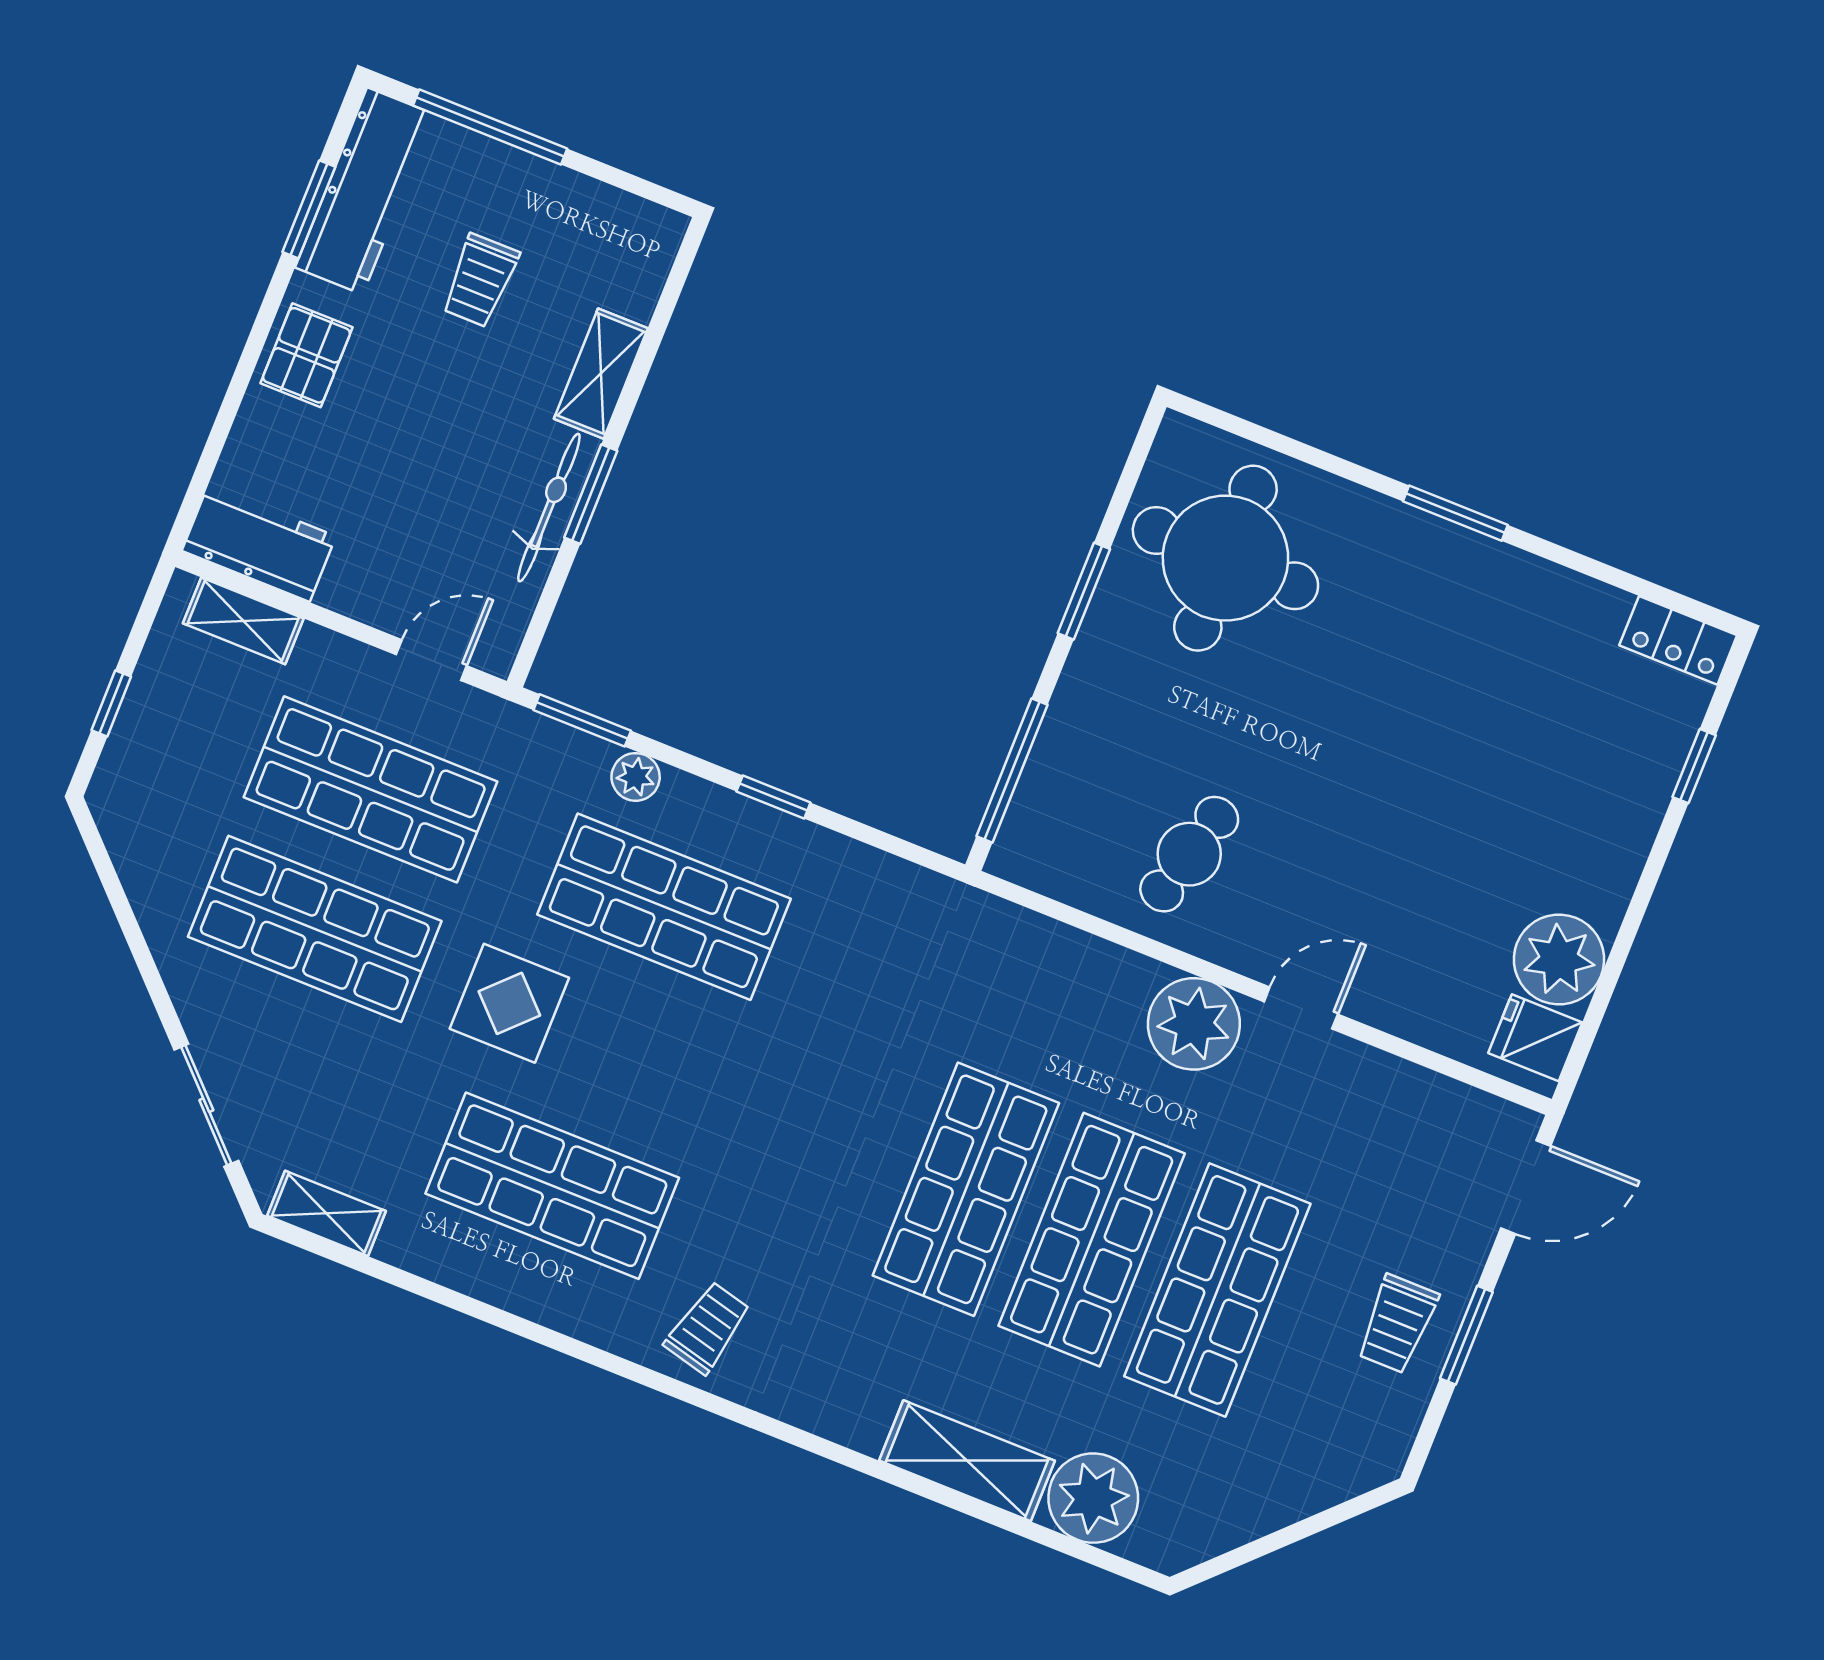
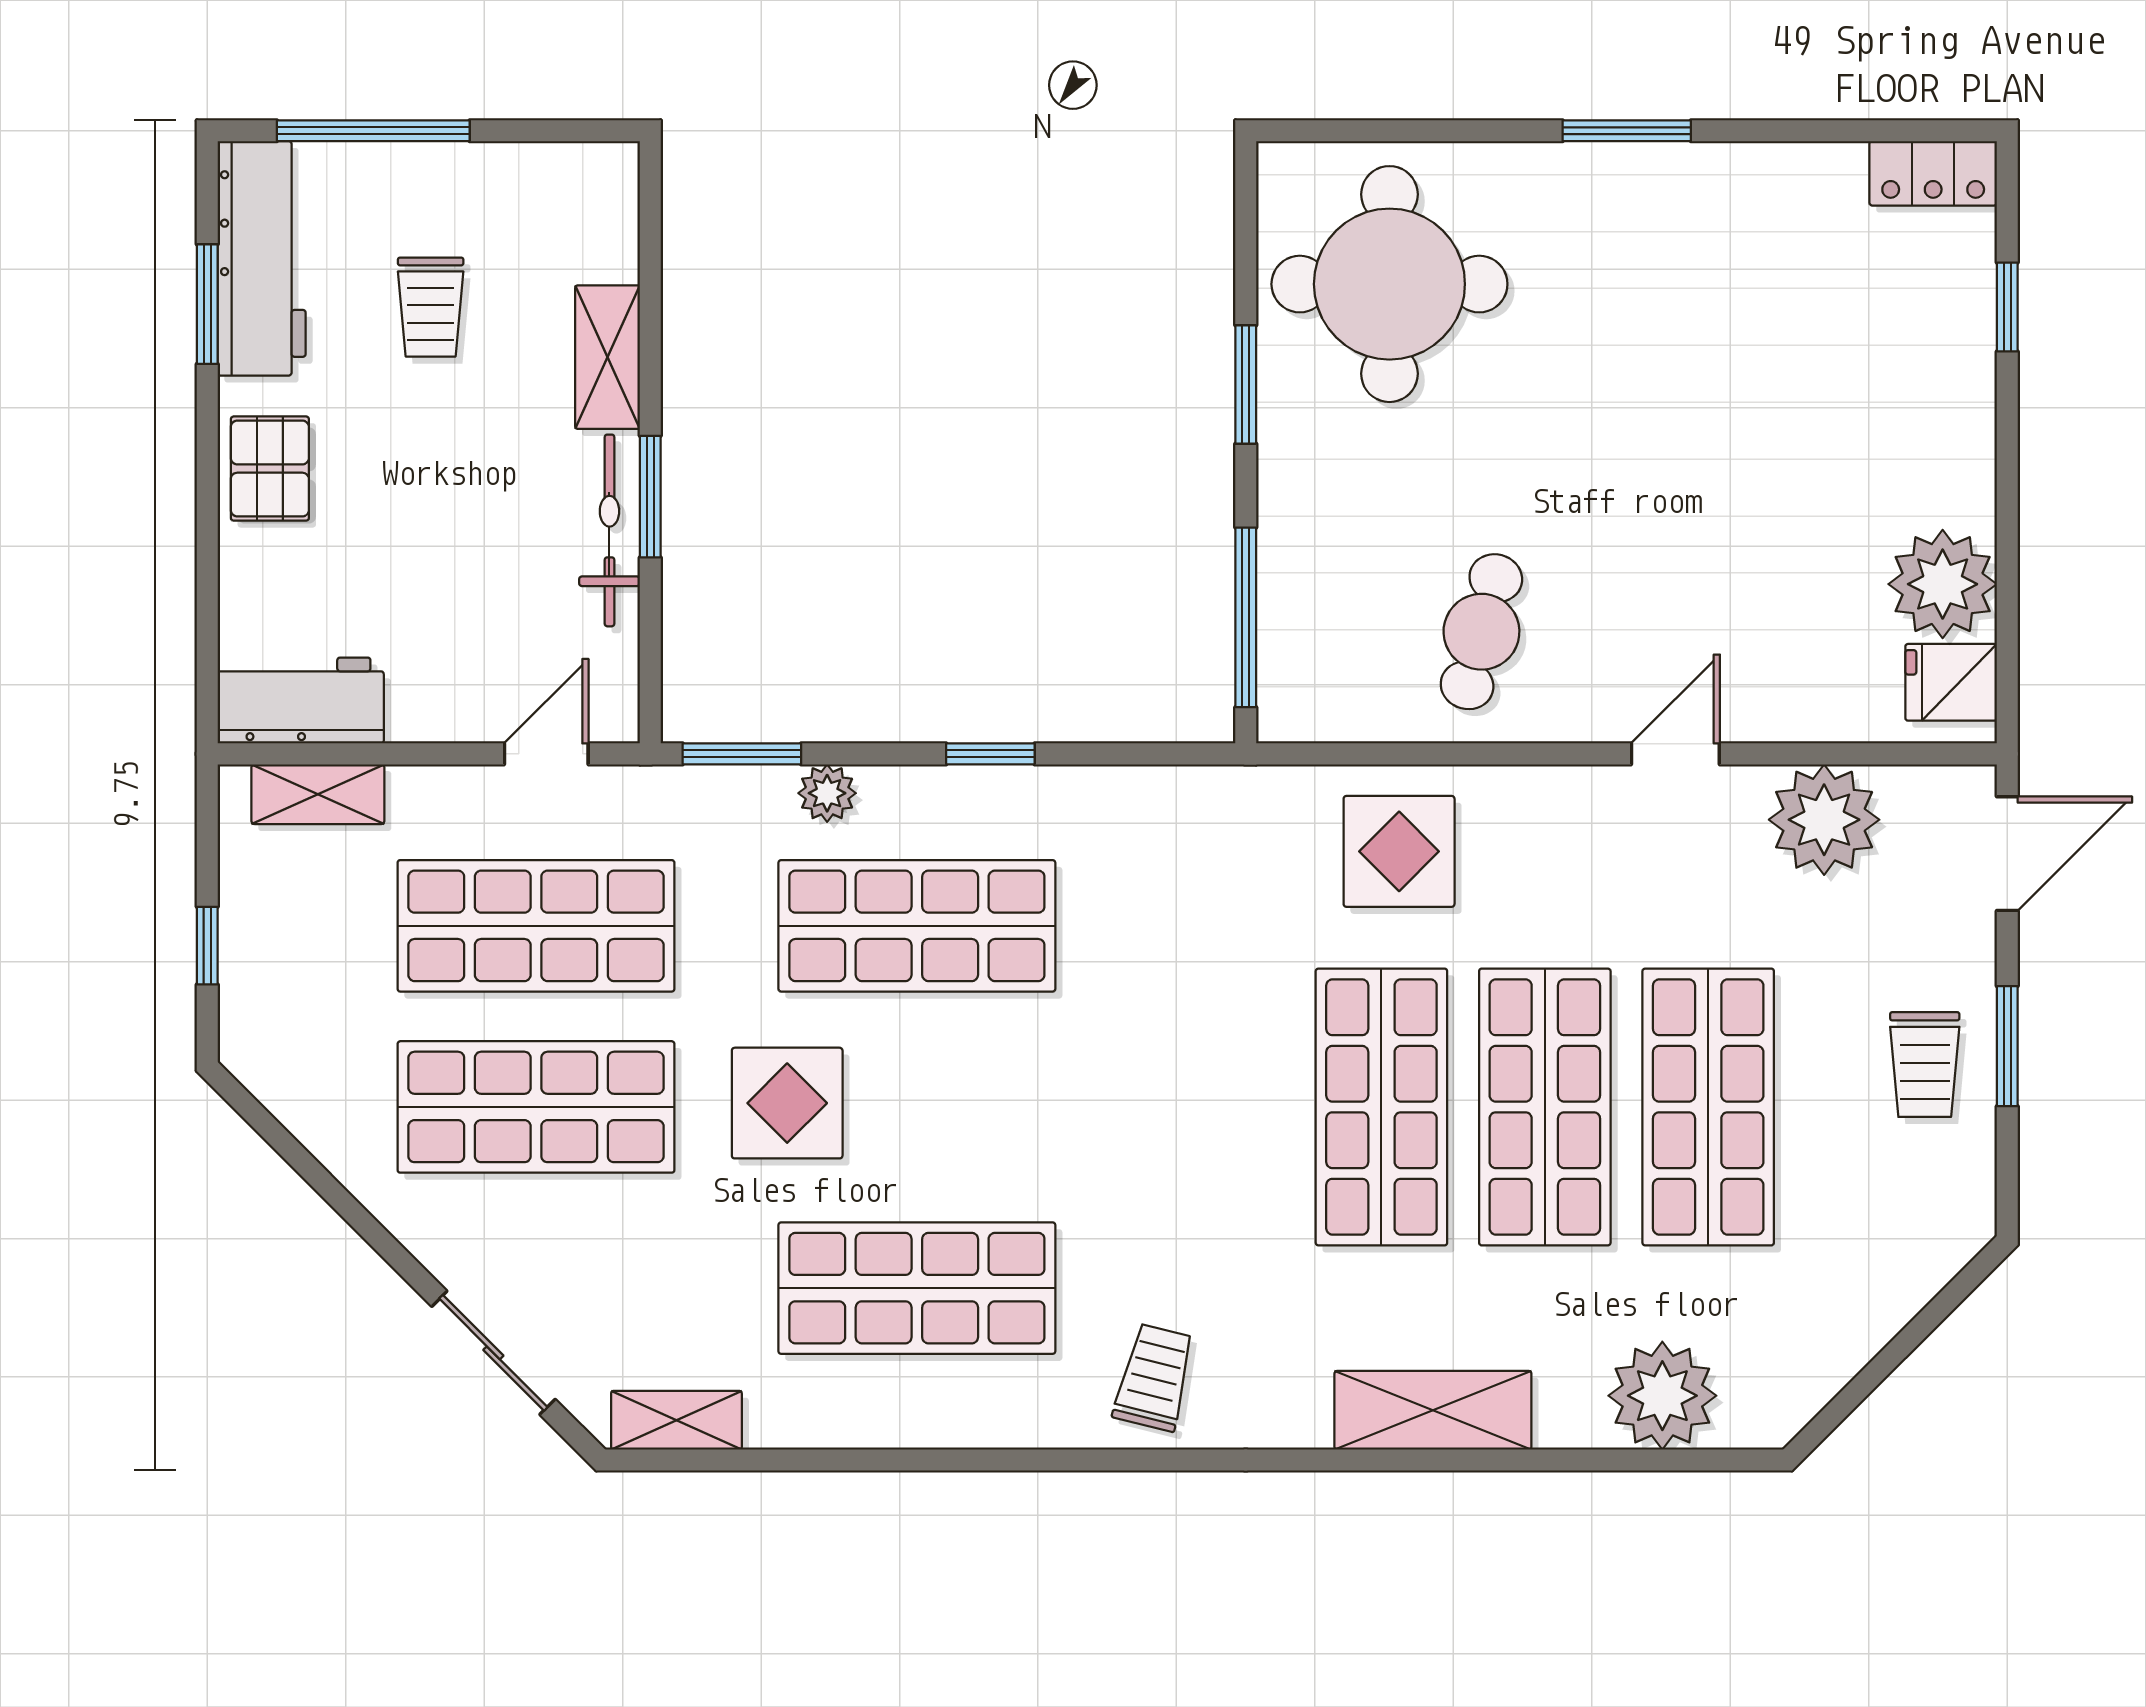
display table: (1058, 998) -> (1399, 851), added
plant: (1194, 1024) -> (1824, 820), moved
shelving: (967, 1461) -> (1433, 1410), moved

